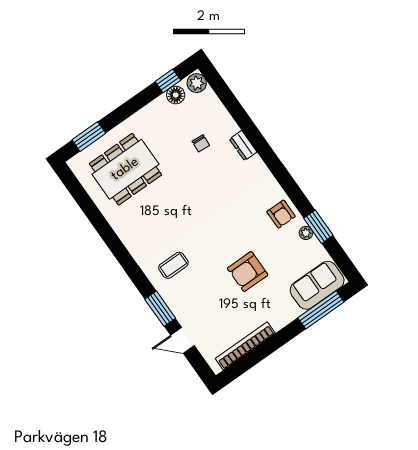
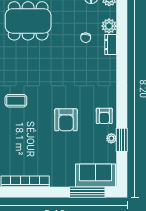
plant: (217, 113) -> (109, 26), added
dresser: (243, 146) -> (111, 45), moved
armchair: (248, 272) -> (66, 120), moved, turned -90

